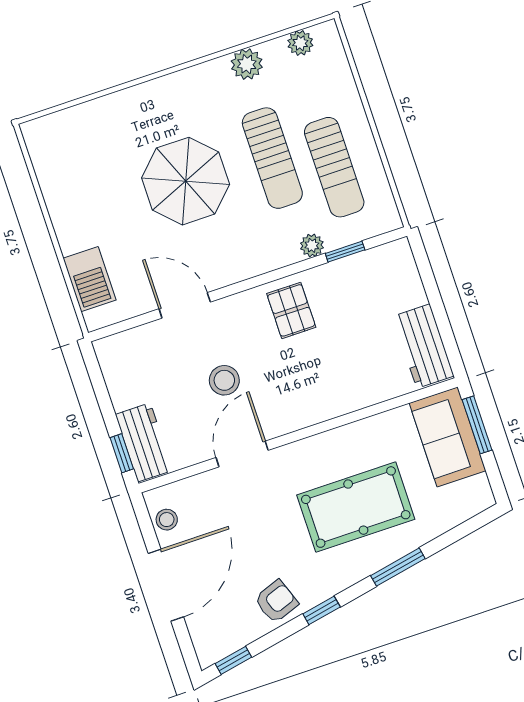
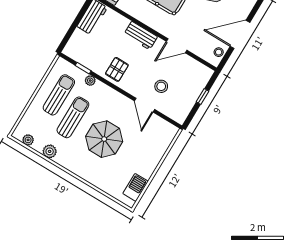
barbecue: (90, 279) -> (135, 187), moved
stool: (224, 380) -> (161, 86), moved
workbench: (144, 442) -> (141, 35), moved, turned -90
window: (122, 453) -> (203, 96), moved

